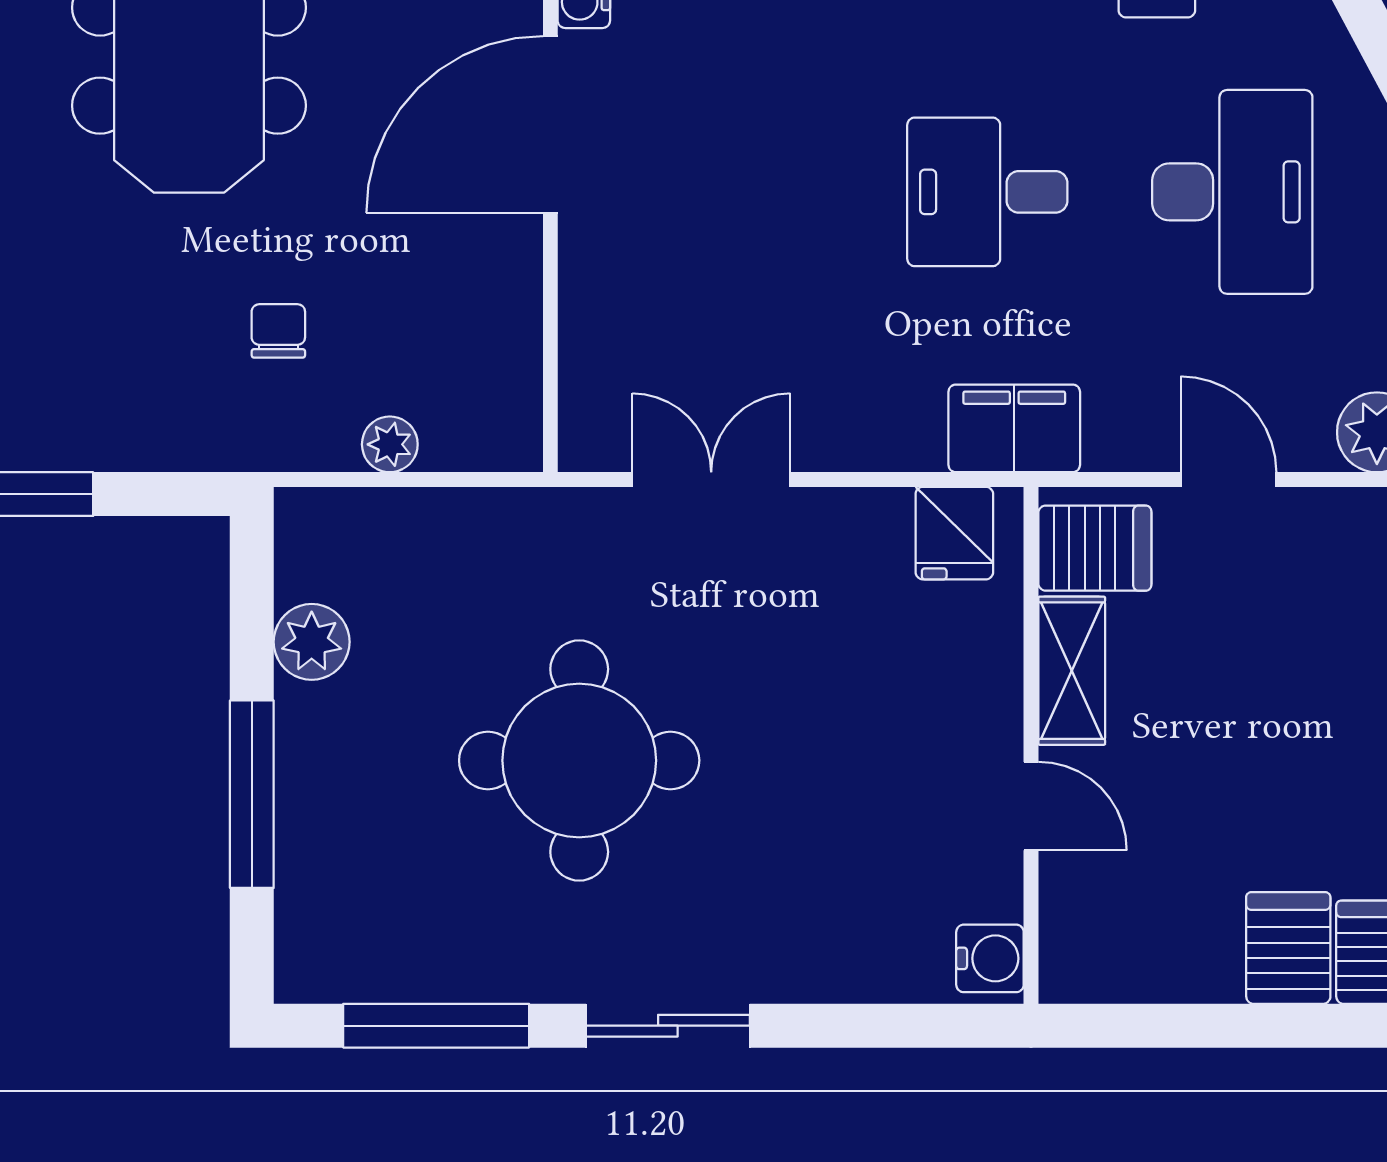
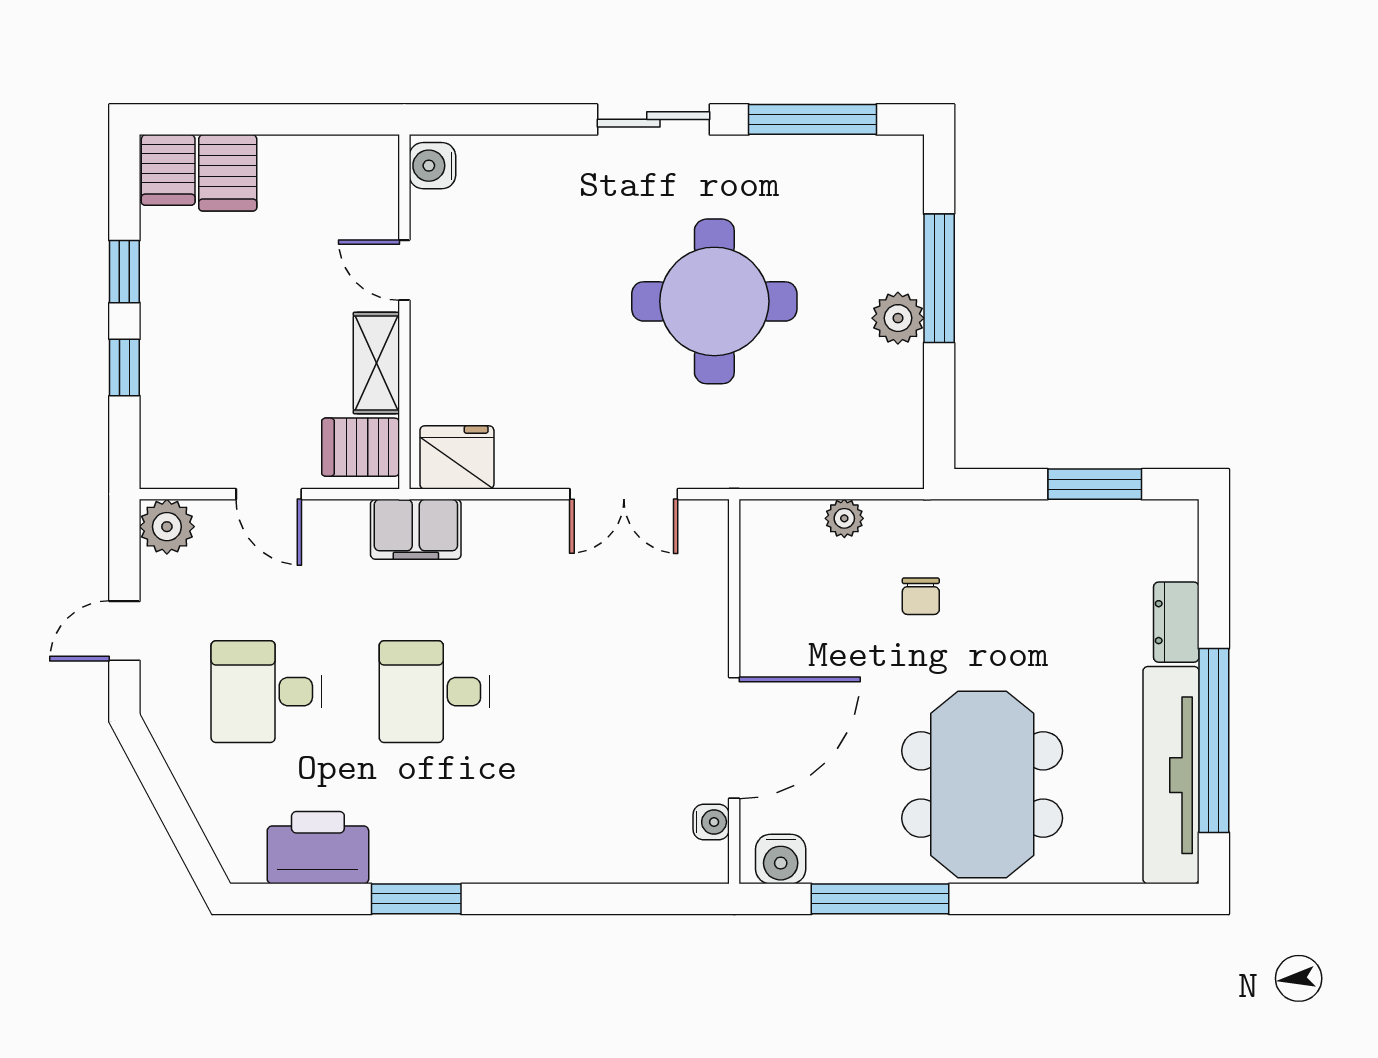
desk: (987, 192) -> (434, 692), turned 180
desk: (1232, 192) -> (266, 692), width x0.73
fridge: (954, 533) -> (457, 457), width x1.38
plant: (312, 642) -> (898, 318), moved

